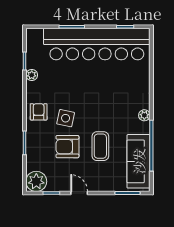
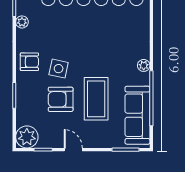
armchair: (39, 112) -> (29, 62), turned 90
coffee table: (100, 146) -> (96, 99), width x1.36, depth x1.32

